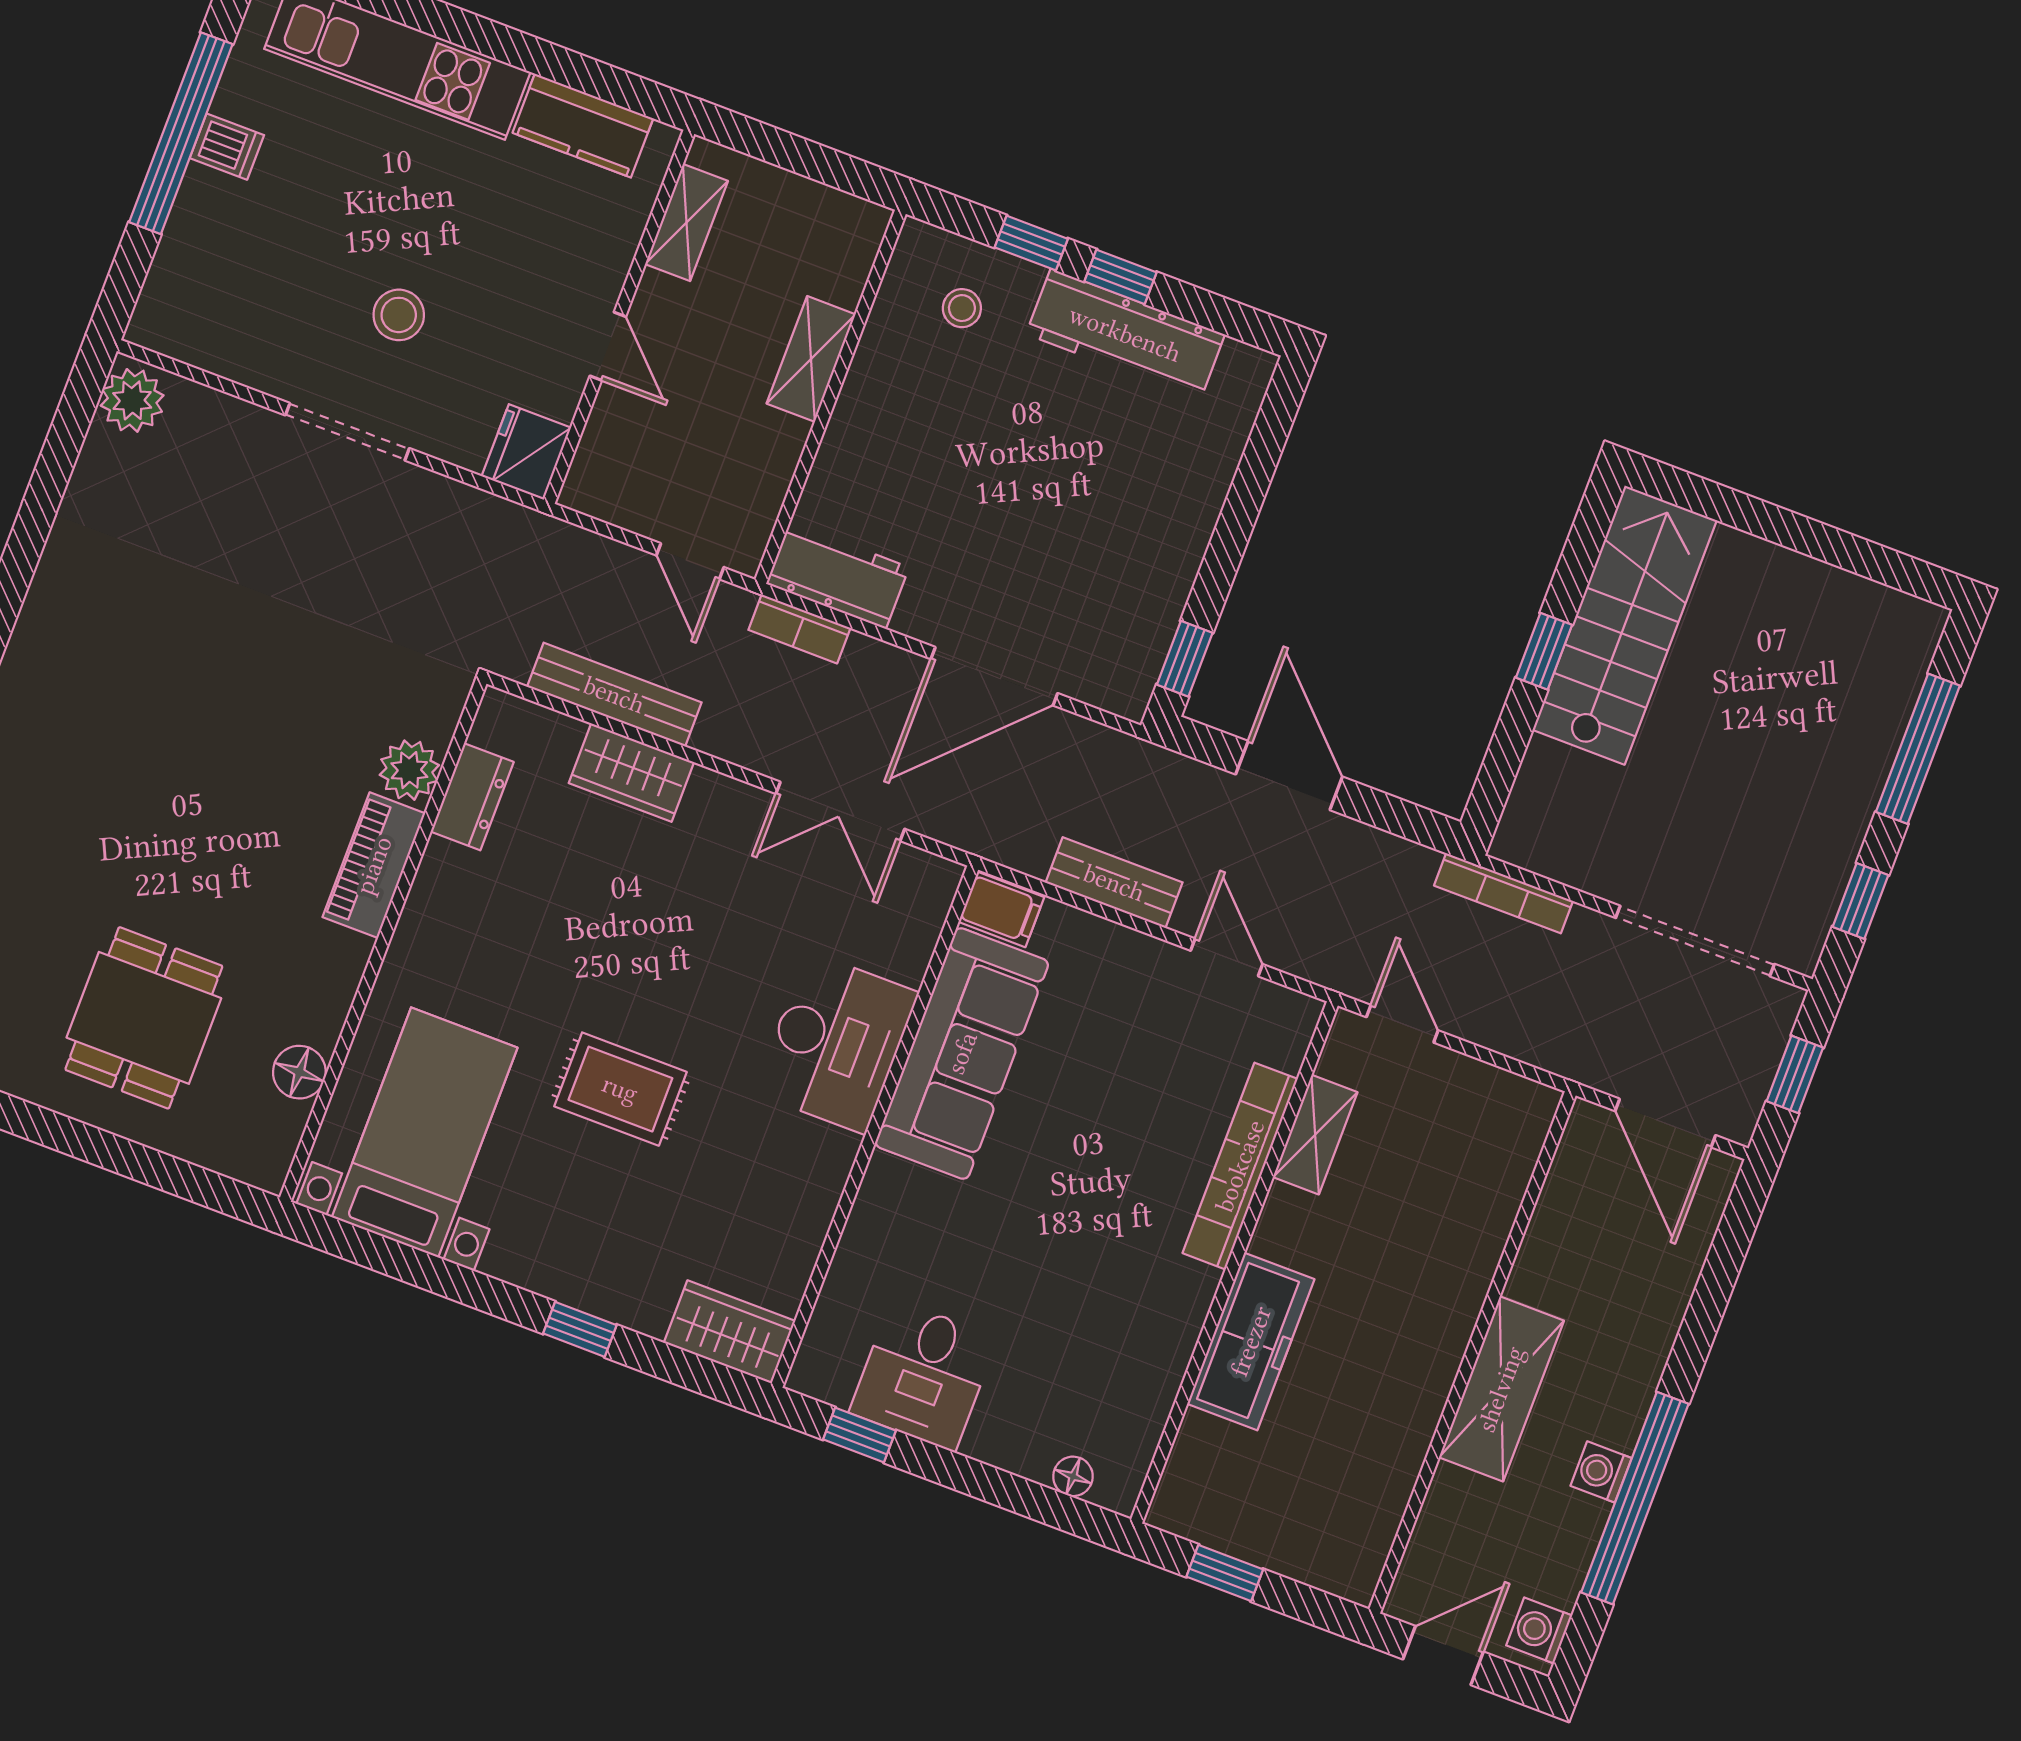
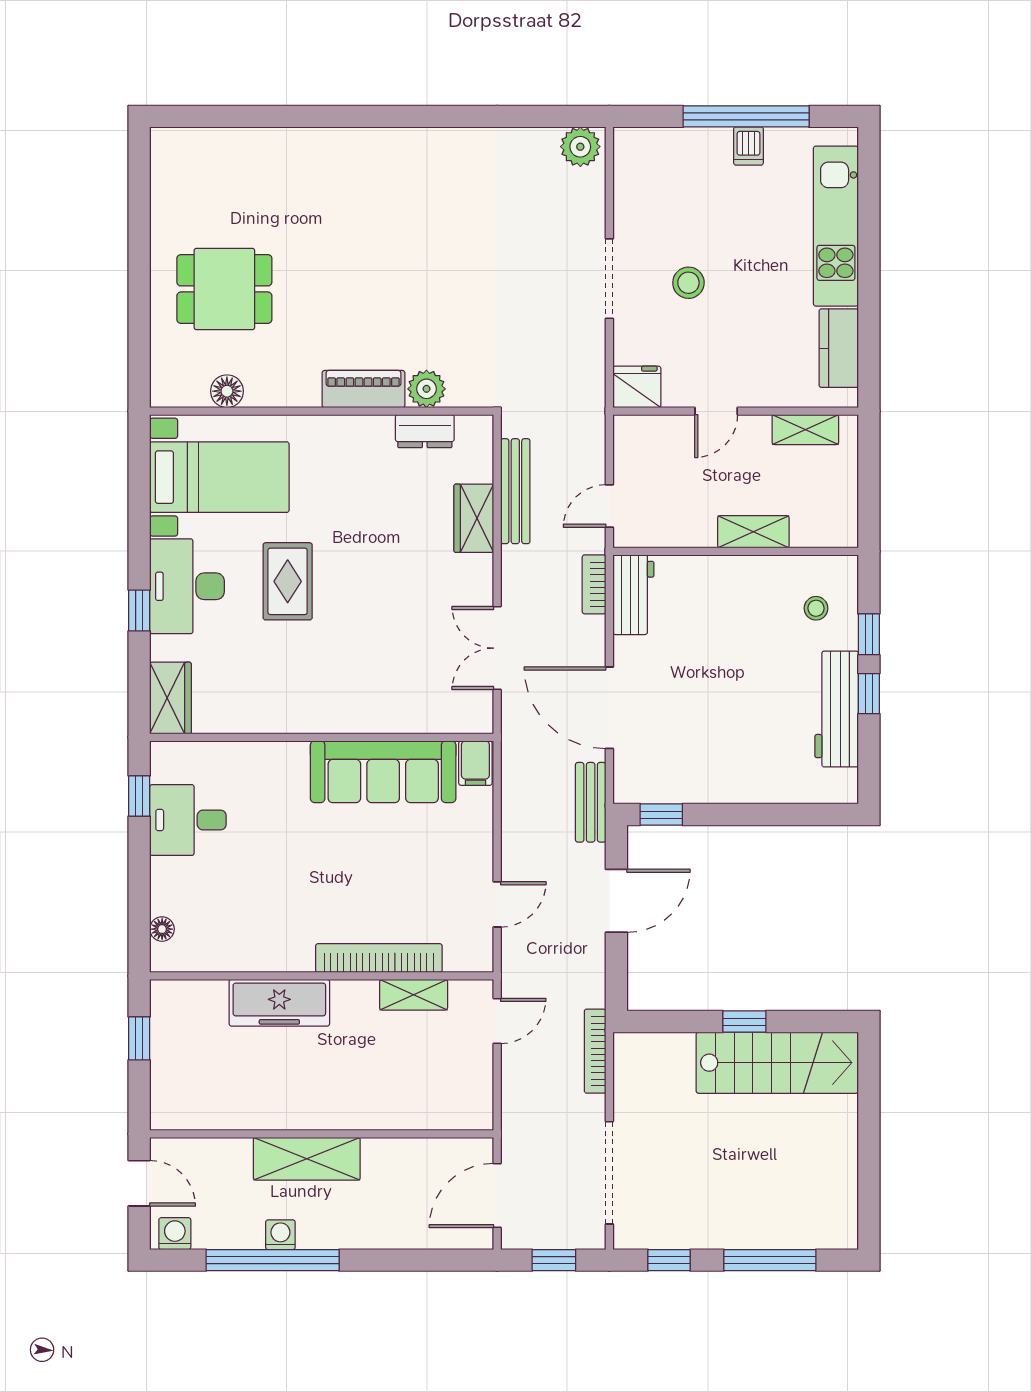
bench: (1114, 883) -> (591, 802), moved
desk: (836, 1043) -> (187, 586), moved, turned 90

